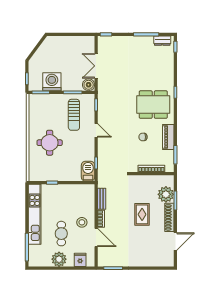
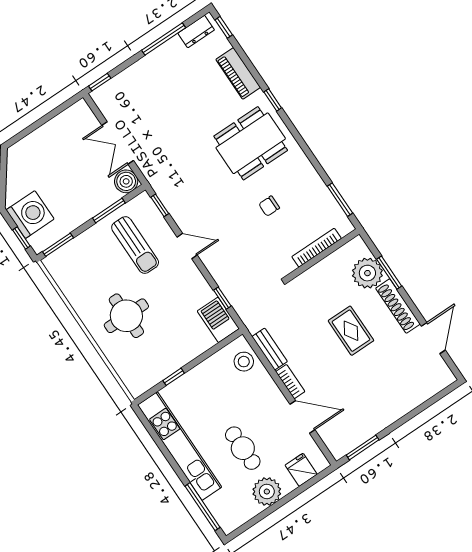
washing machine: (52, 82) -> (30, 215), moved, turned 90
piano: (168, 137) -> (238, 73), moved
stool: (82, 222) -> (244, 362), moved

